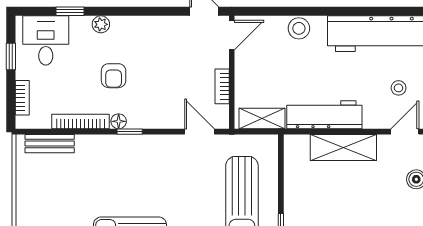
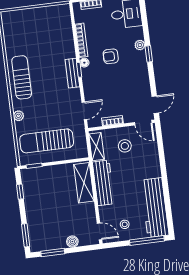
window: (70, 11) -> (149, 54), moved
stool: (299, 28) -> (125, 146), moved
bench: (50, 144) -> (72, 73), moved
shelving: (343, 147) -> (84, 183), moved

